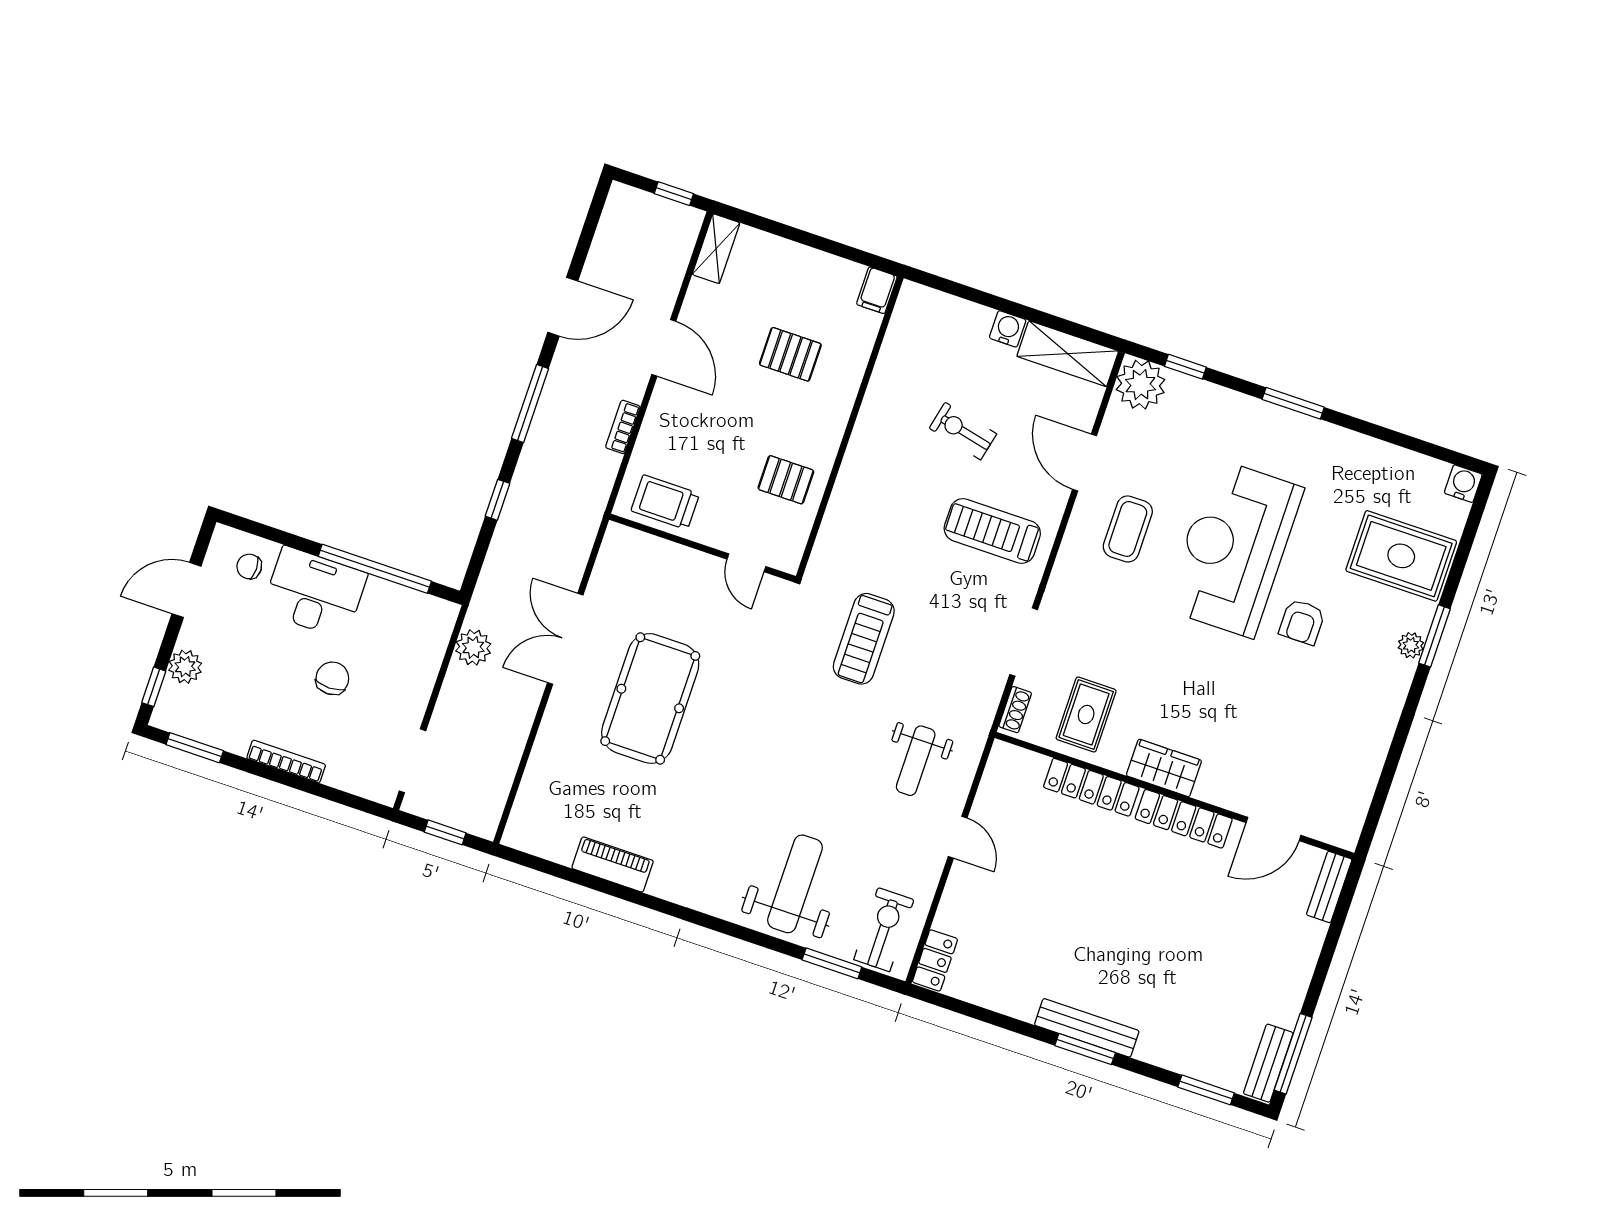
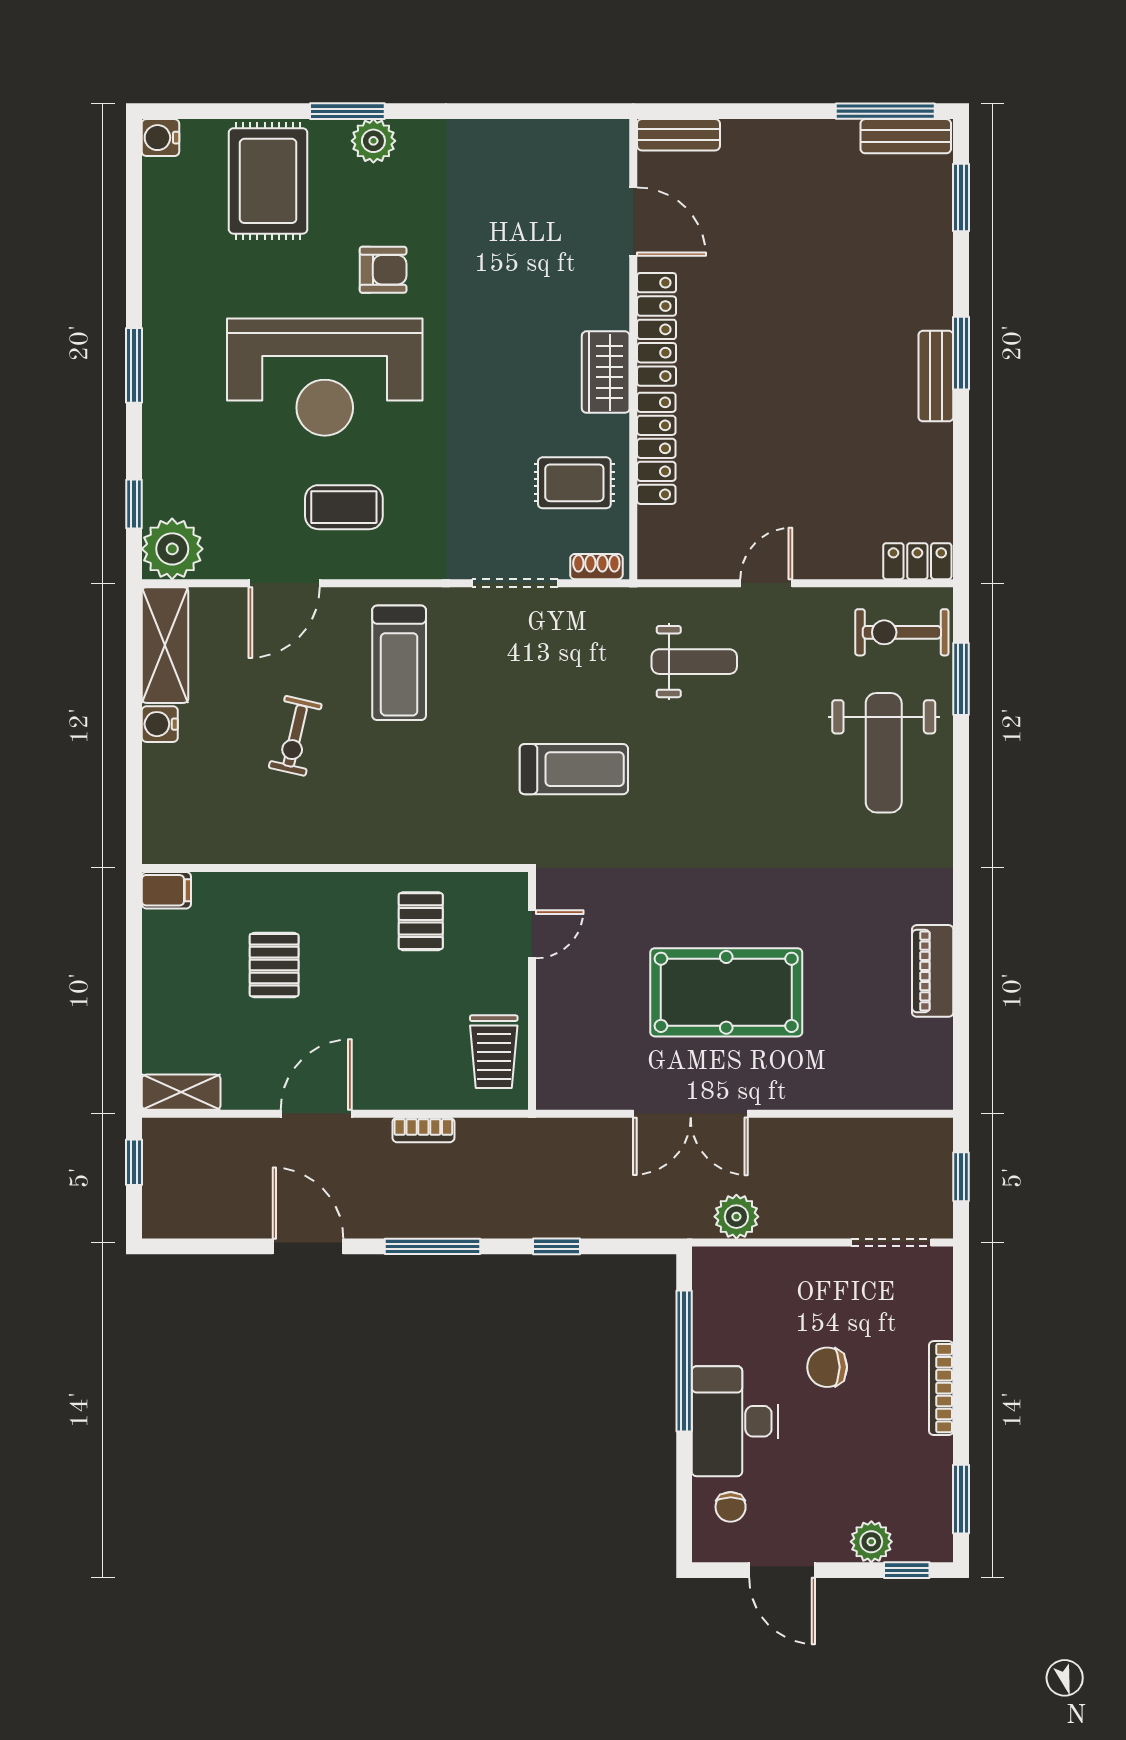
plant: (1411, 645) -> (373, 141), width x1.38, depth x1.38
weight bench: (795, 884) -> (884, 753), turned -90
bench: (1087, 1028) -> (936, 376), width x0.73

